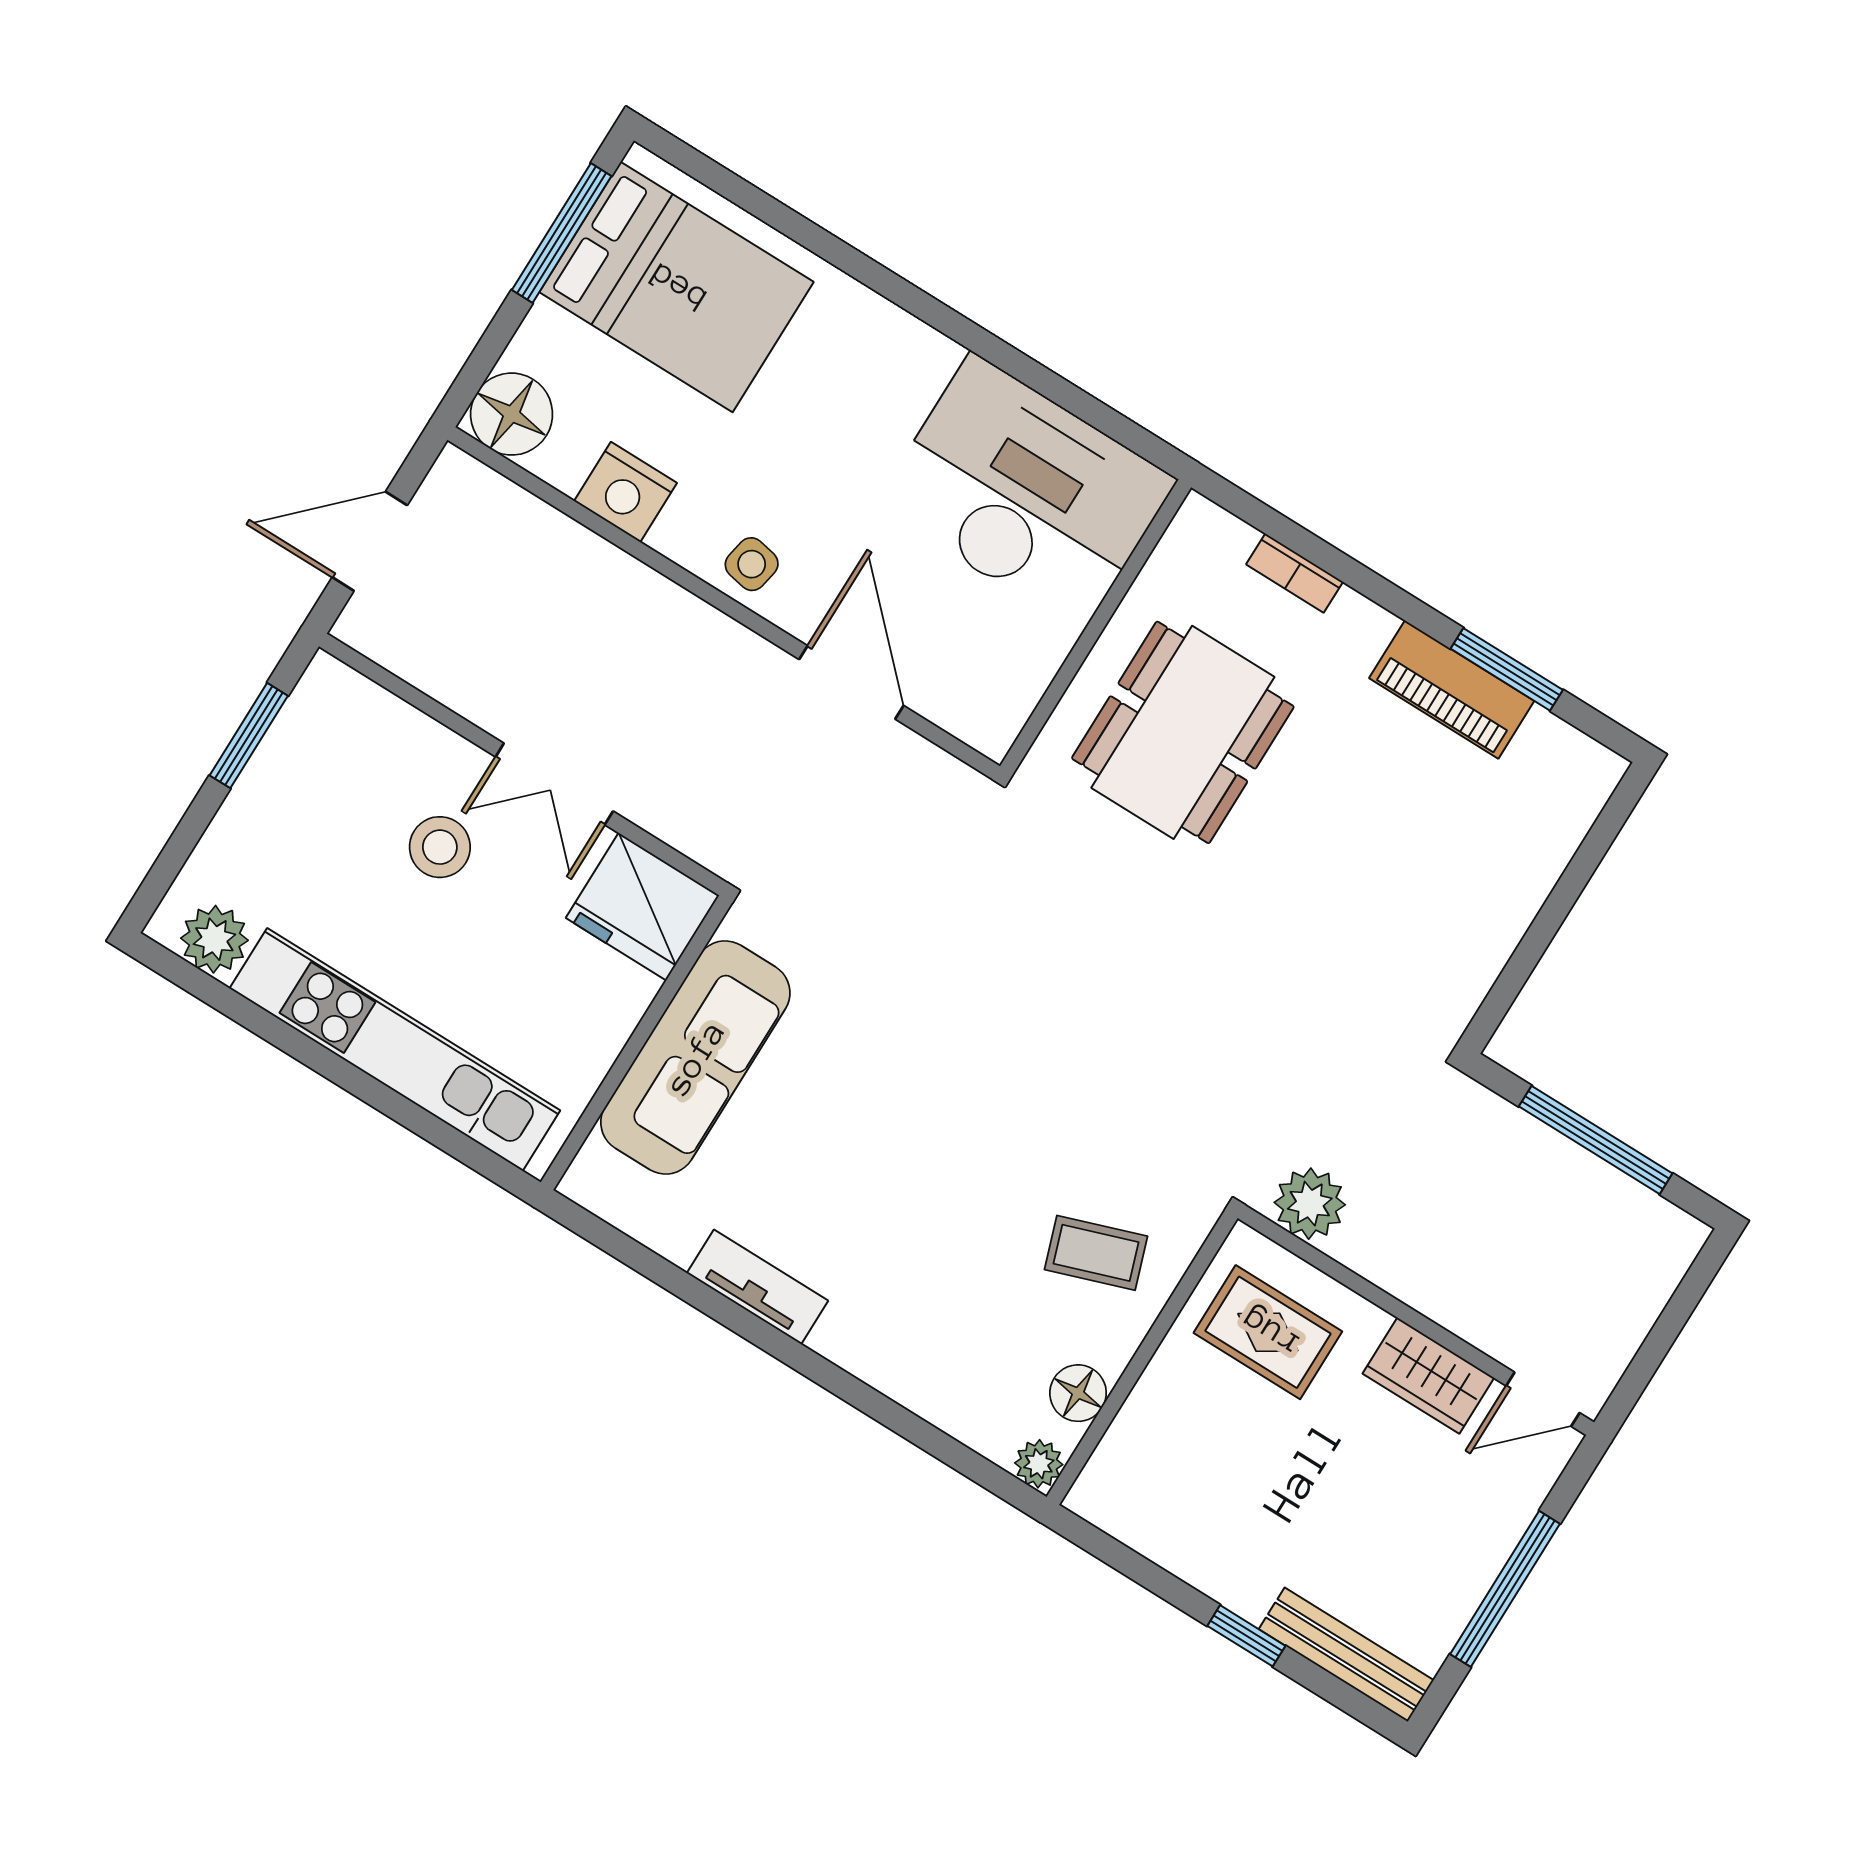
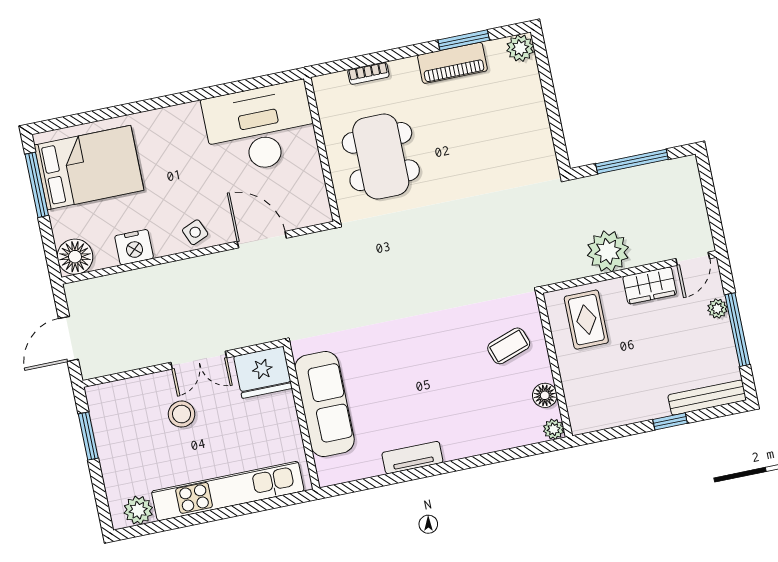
side table: (752, 564) -> (195, 232), turned -34
plant: (1589, 772) -> (520, 48), added
plant: (1310, 1204) -> (608, 251), moved, width x1.36, depth x1.36
rug: (1268, 1332) -> (586, 320), turned 90
plant: (1505, 1522) -> (717, 309), added

